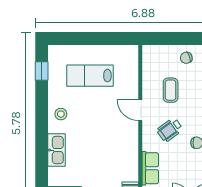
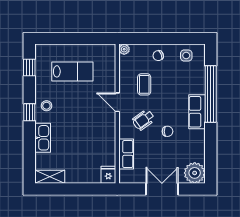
plant: (148, 51) -> (124, 49), added
lab bench: (90, 76) -> (72, 71), turned 180
window: (42, 121) -> (29, 112), added

